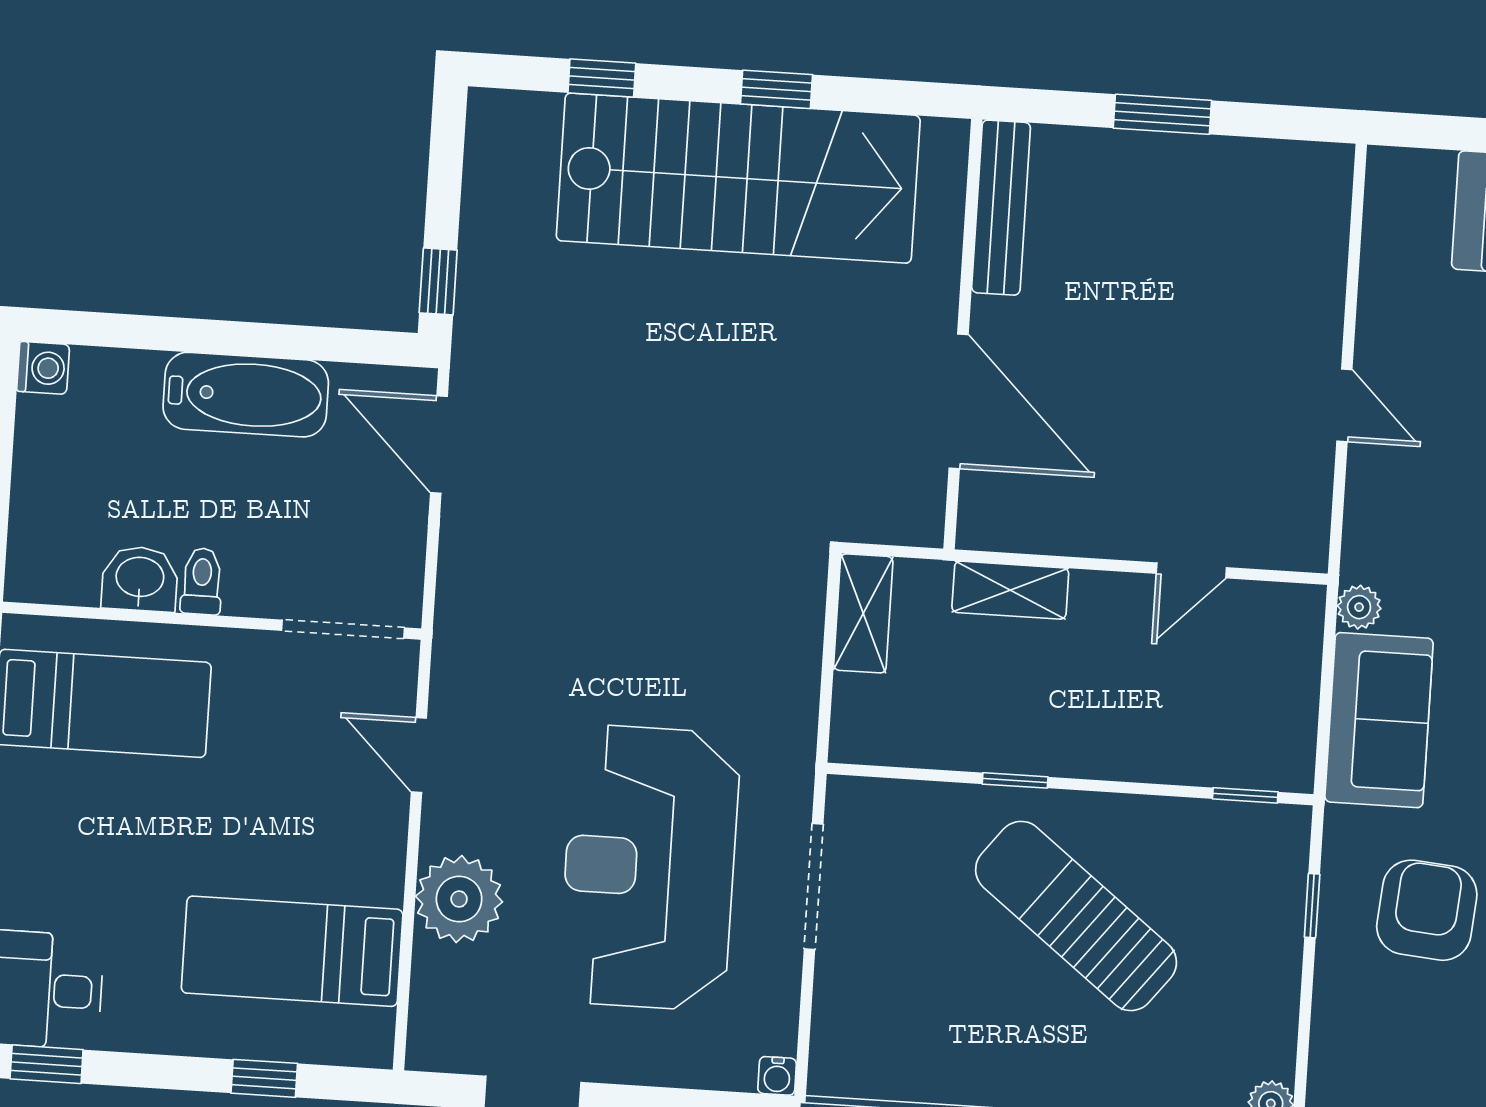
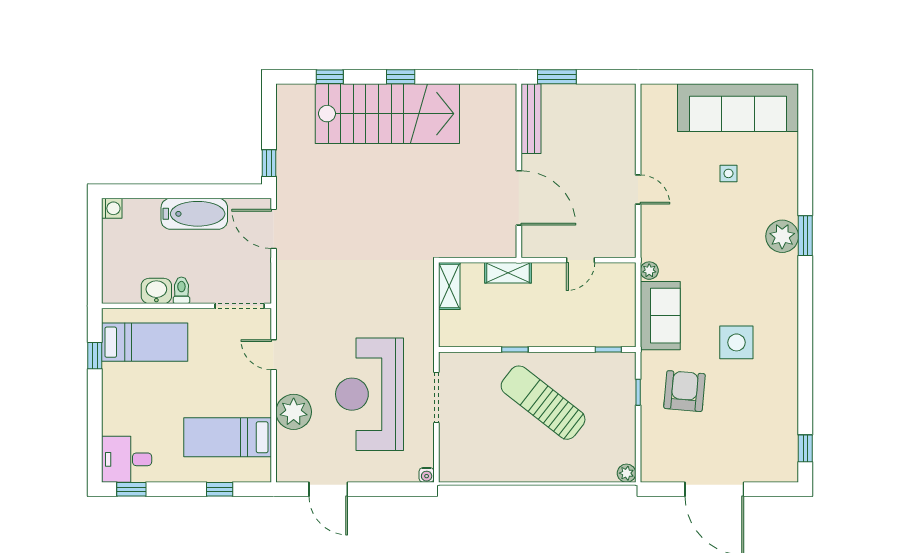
bench: (1001, 208) -> (531, 119), moved
wall: (963, 334) -> (519, 171), moved
door: (959, 401) -> (519, 198), moved

